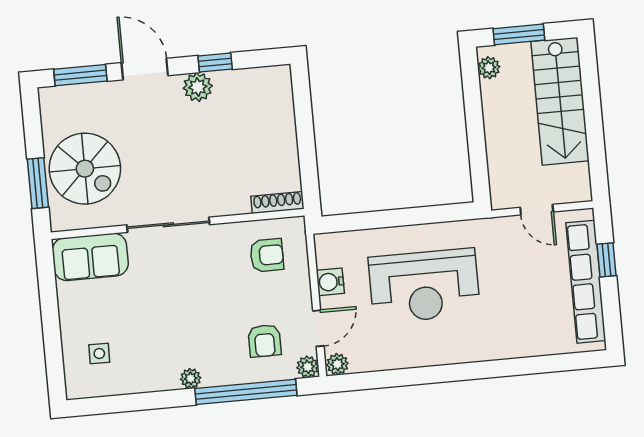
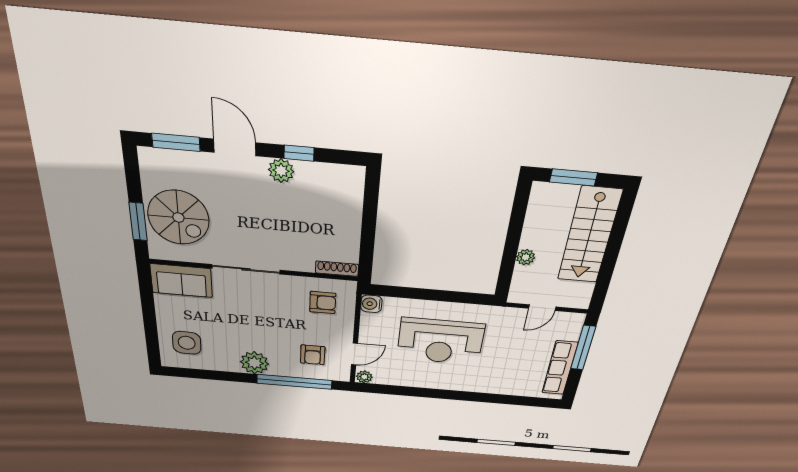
plant: (489, 68) -> (526, 257), moved
door: (537, 210) -> (542, 308), hinge flipped
window: (606, 260) -> (583, 348), width x2.17
water cooler: (330, 282) -> (371, 304), moved
row of seats: (586, 282) -> (560, 368), width x0.73
side table: (99, 354) -> (187, 343), width x1.87, depth x1.87
plant: (308, 367) -> (342, 375), removed
plant: (191, 378) -> (254, 363), width x1.87, depth x1.87

